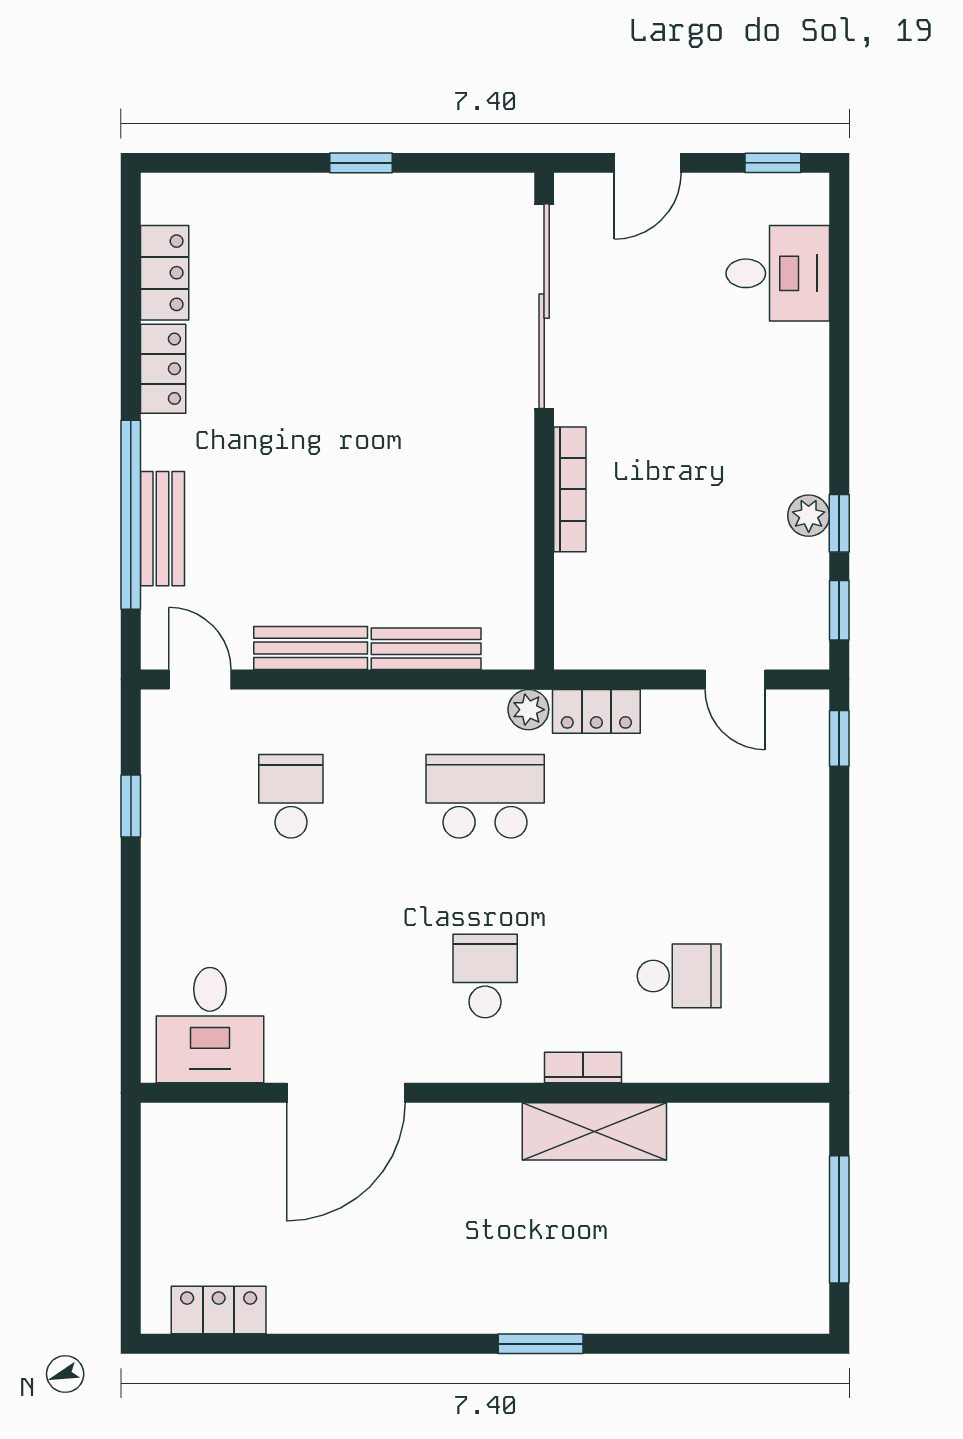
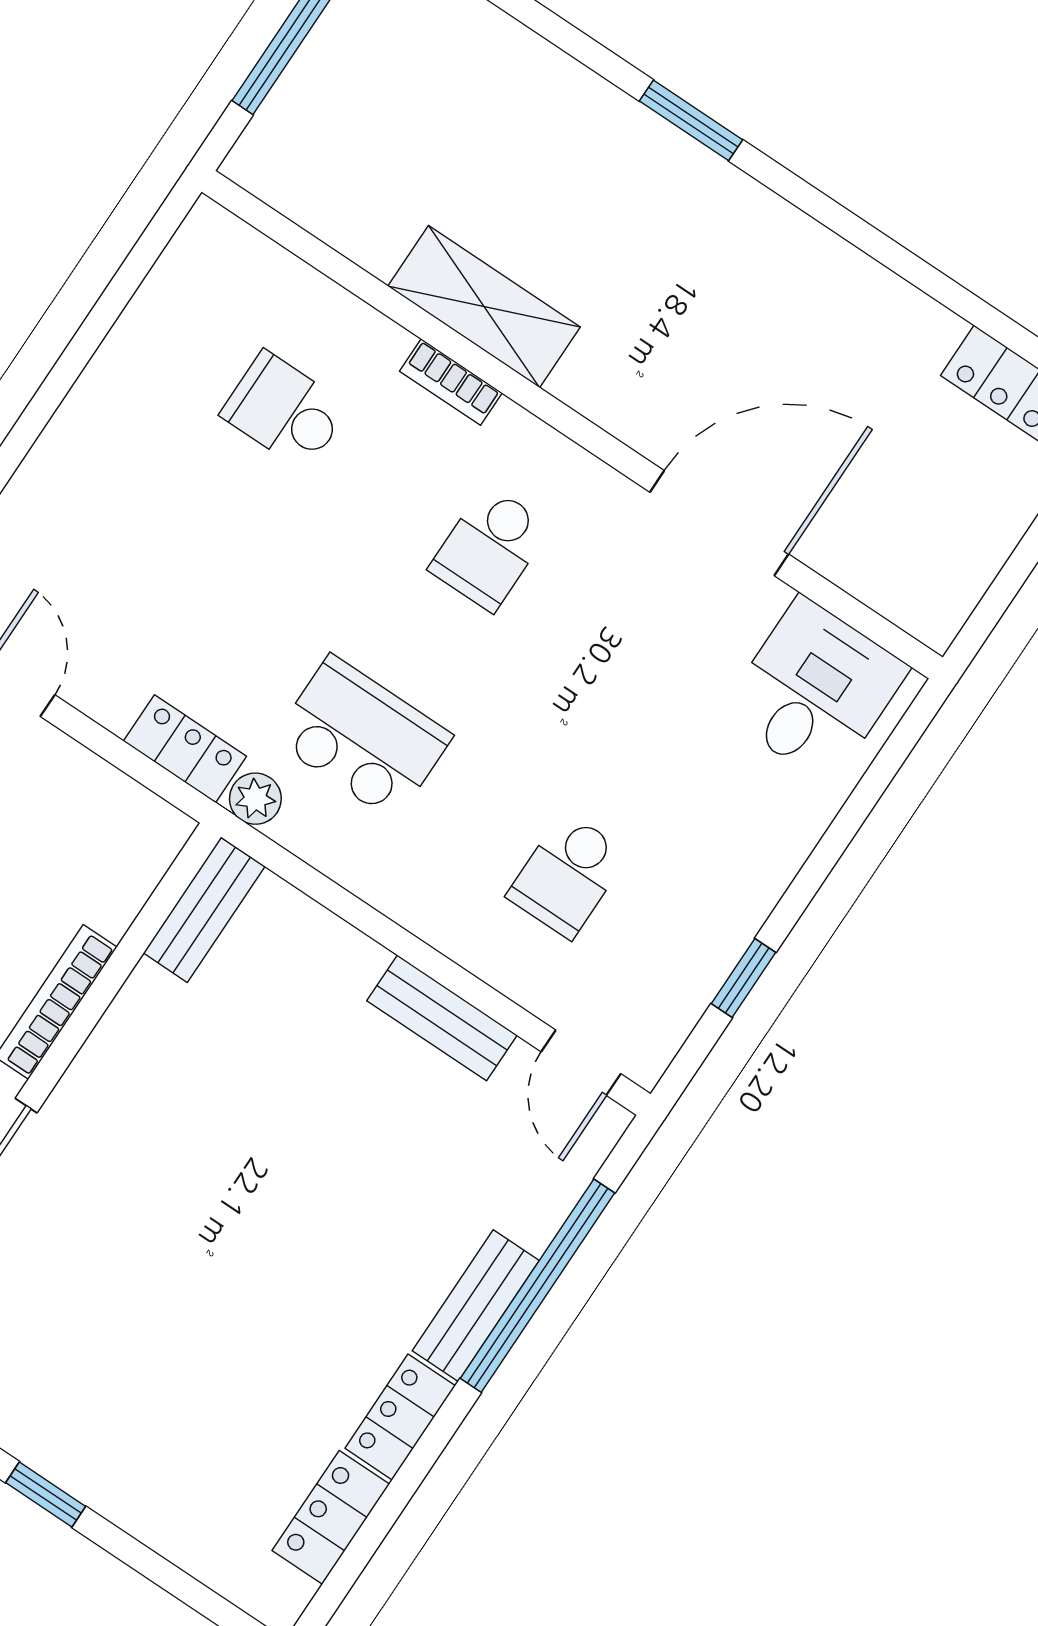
bench: (163, 529) -> (476, 1306), moved
bench: (426, 649) -> (204, 910), moved, turned 90
school desk: (485, 796) -> (363, 738), turned 180

